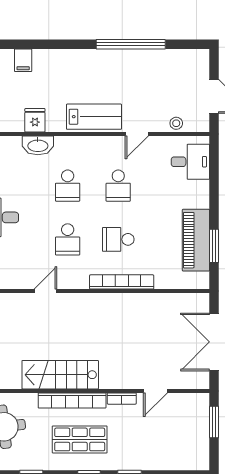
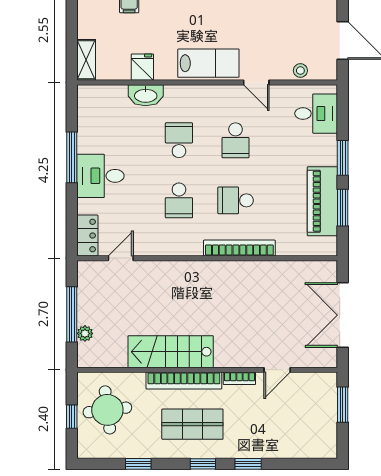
door: (137, 134) -> (256, 82), hinge flipped
school desk: (68, 186) -> (179, 140), turned 180
window: (214, 201) -> (343, 158), added
door: (45, 291) -> (121, 258), moved

